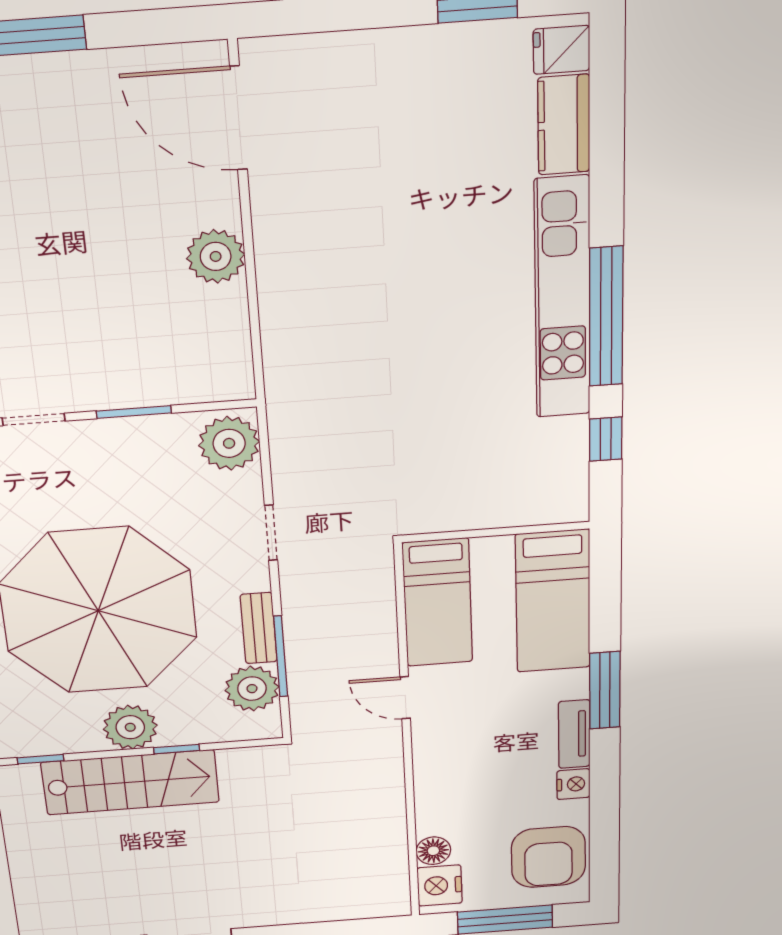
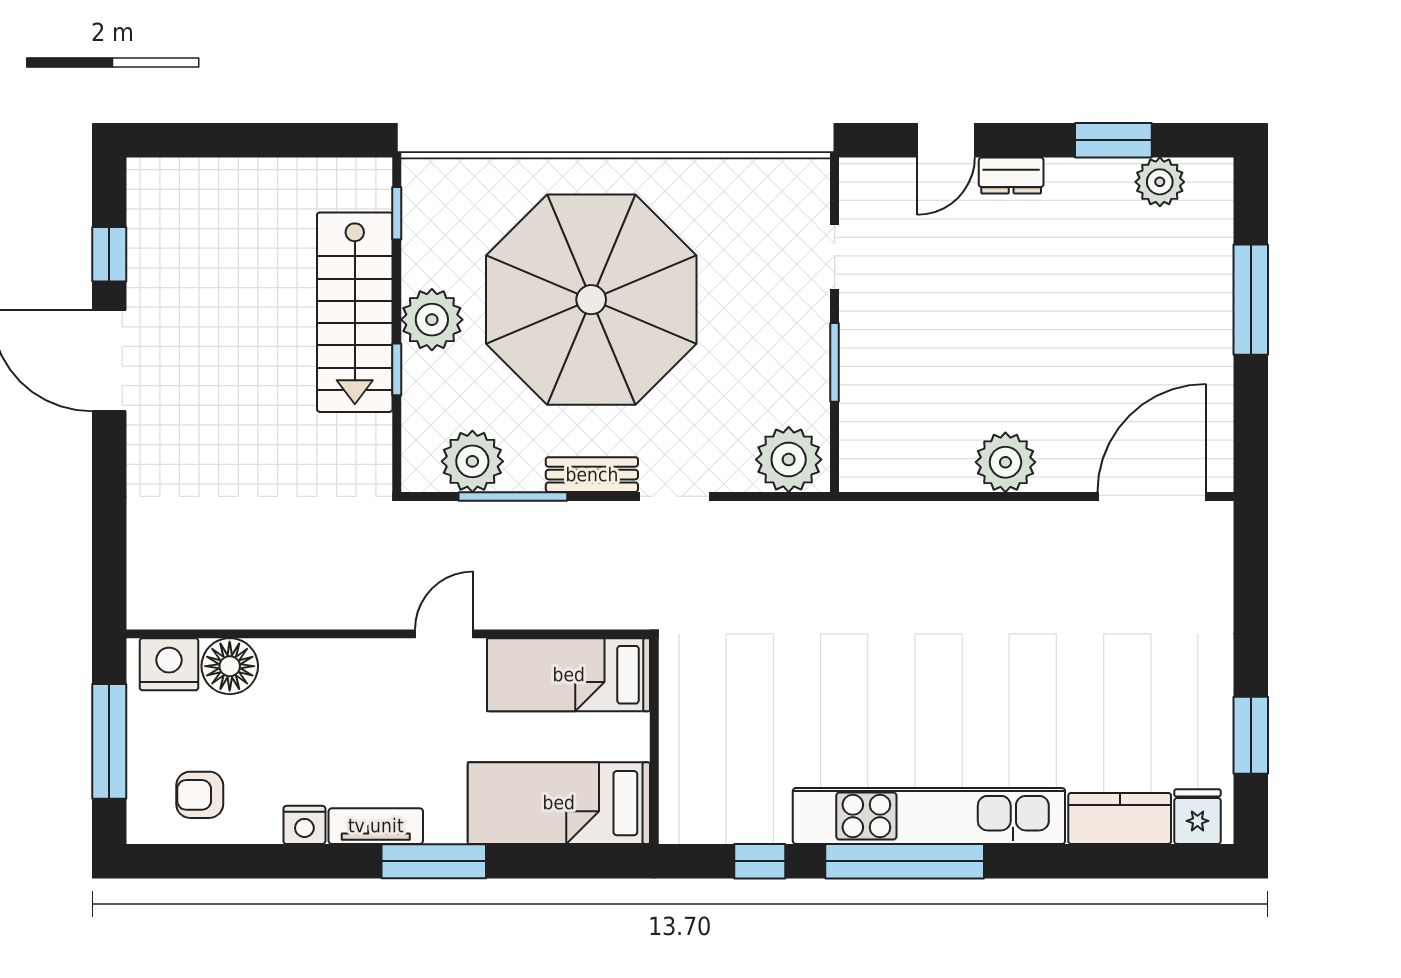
bench: (259, 628) -> (592, 475), moved
floor lamp: (433, 851) -> (230, 666), width x1.38, depth x1.38
armchair: (548, 857) -> (200, 795), width x0.53, depth x0.53

